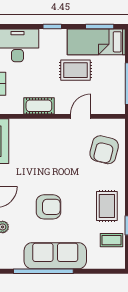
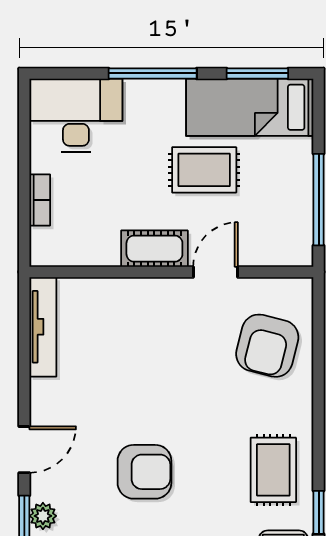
window: (52, 26) -> (153, 73), width x2.17
cot: (39, 106) -> (154, 249), moved

